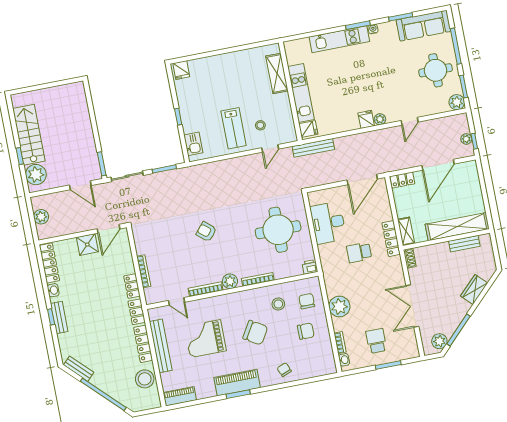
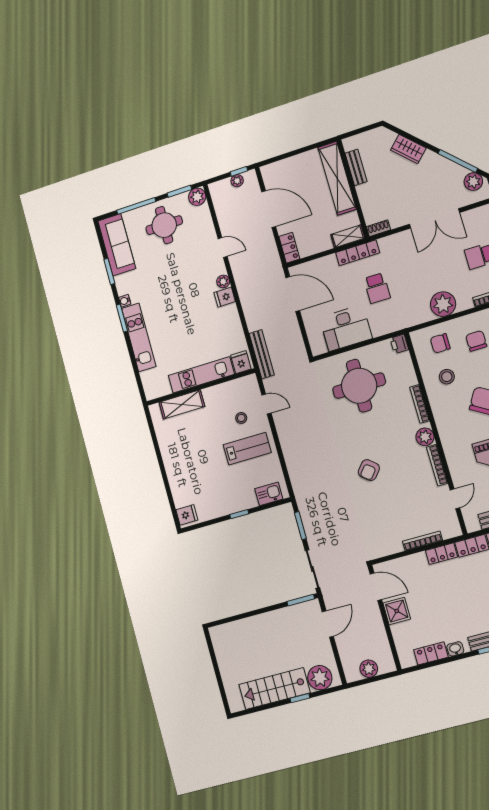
locker: (49, 263) -> (431, 653), width x0.66

